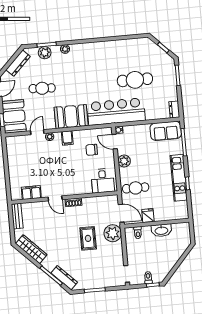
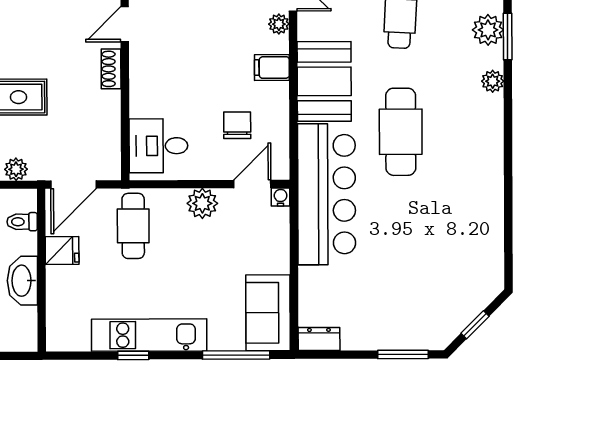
cafe table: (135, 80) -> (401, 132), moved
plant: (113, 233) -> (16, 169), width x0.53, depth x0.53

